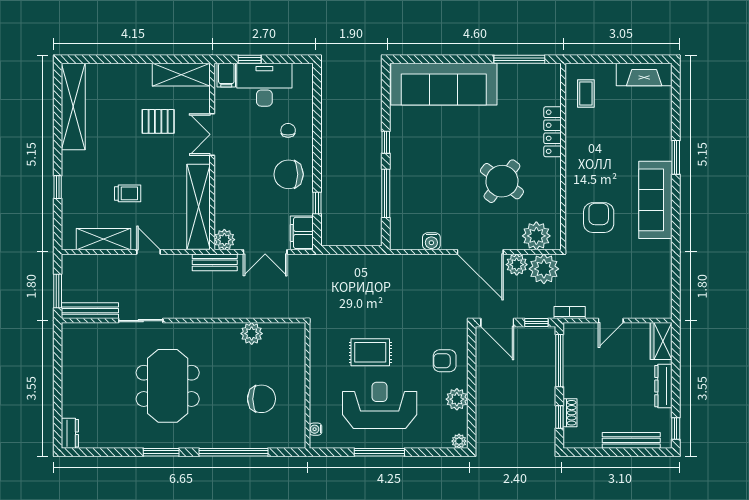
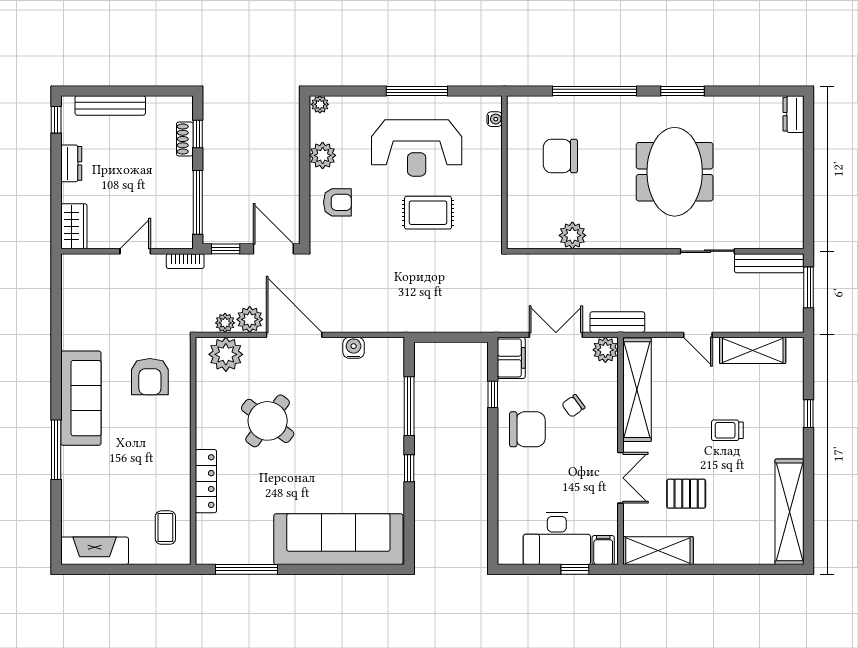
chair: (288, 130) -> (573, 406), moved, turned 54
window: (676, 157) -> (56, 450), width x1.44
trolley: (128, 193) -> (727, 430), moved
plant: (544, 269) -> (225, 323), width x0.53, depth x0.53
dresser: (663, 386) -> (71, 163), width x0.70

